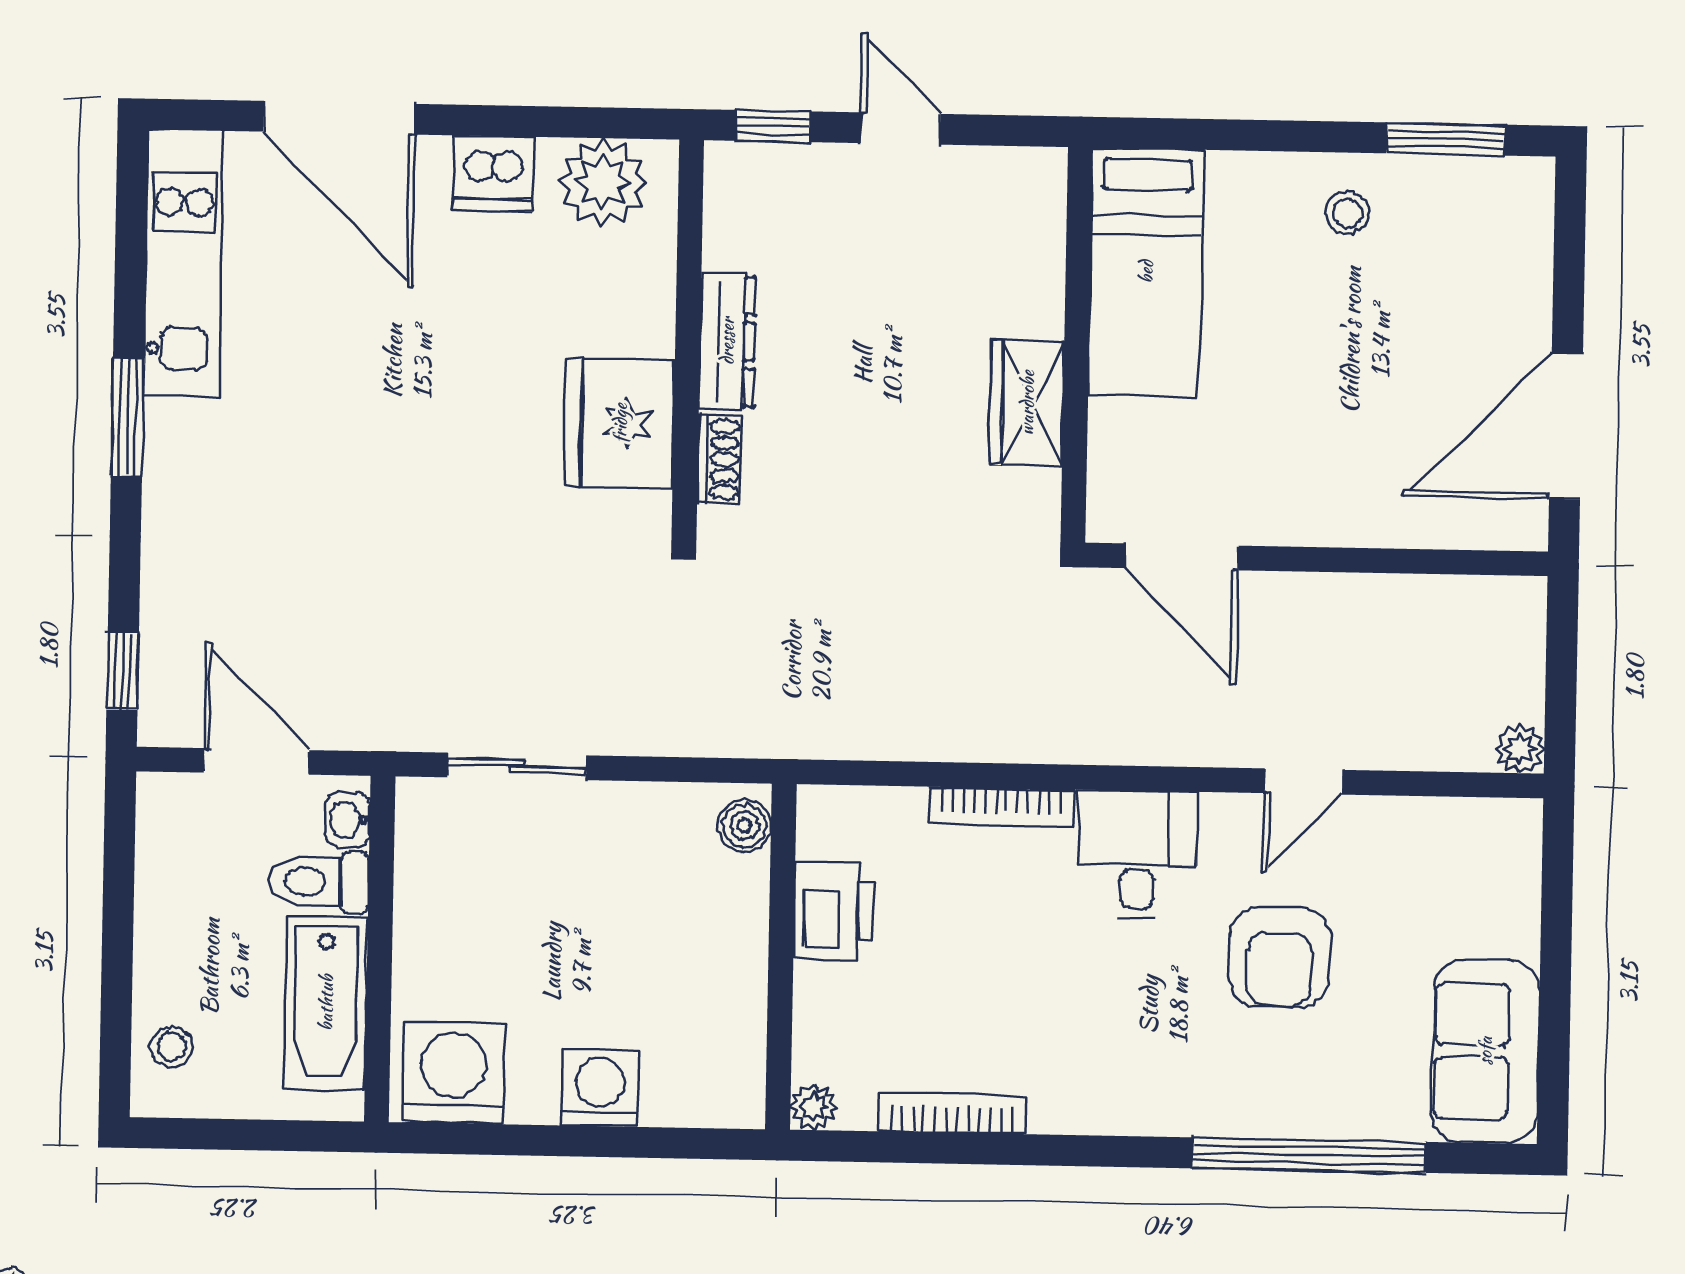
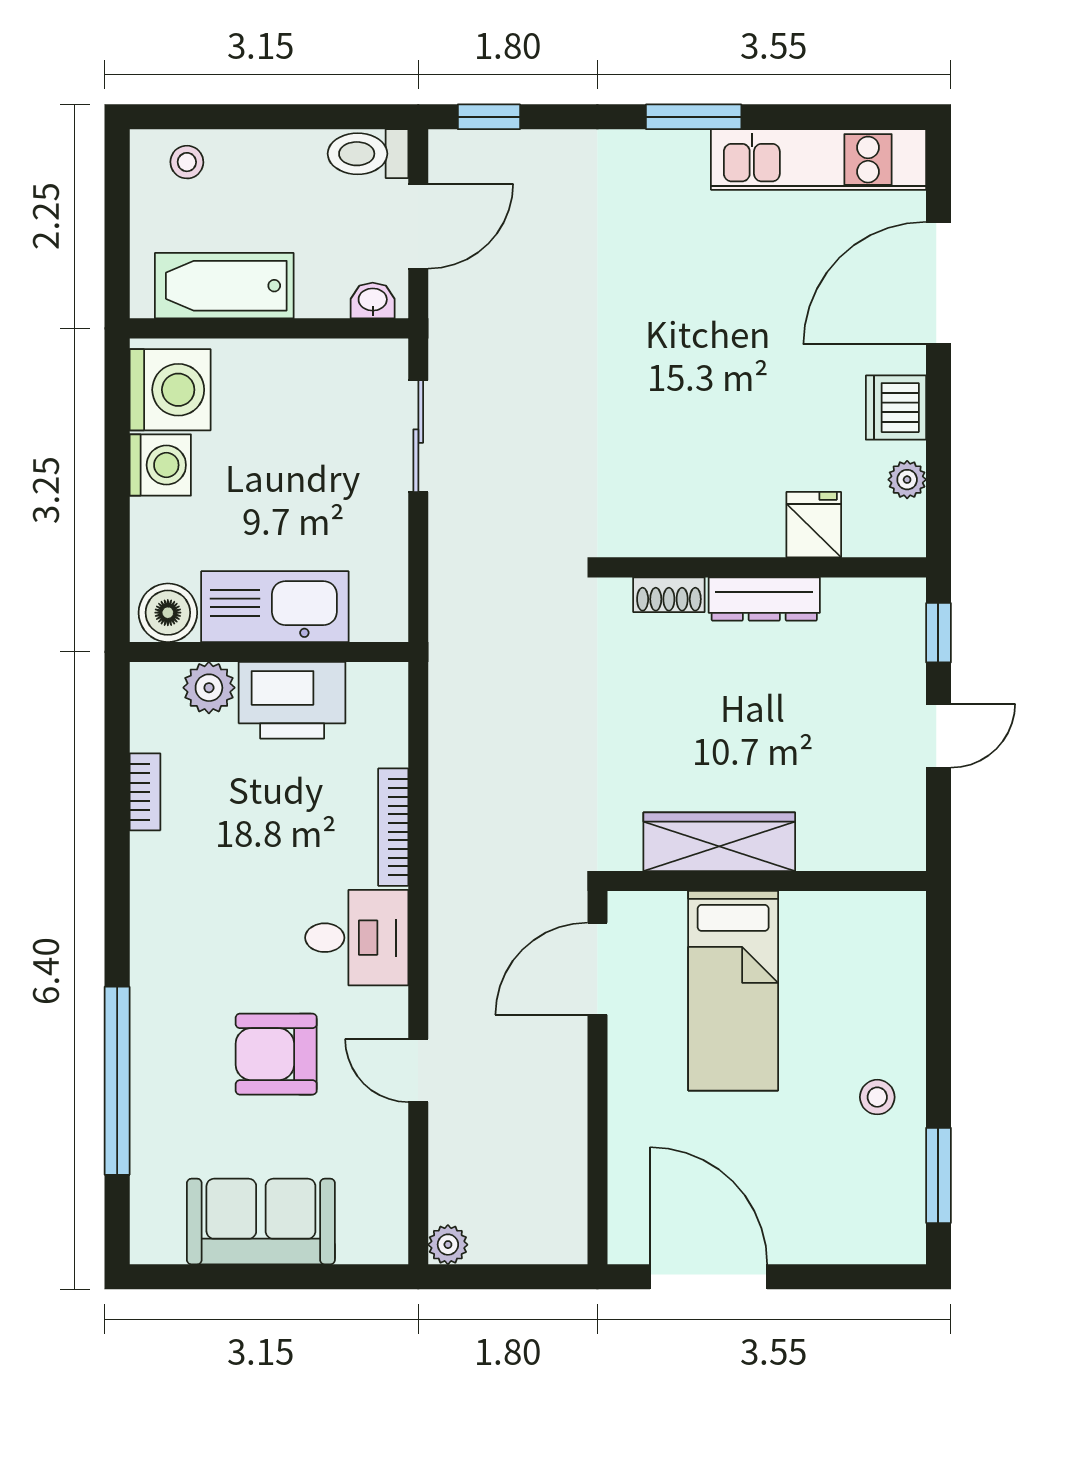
plant: (603, 182) -> (907, 480), width x0.53, depth x0.53
bed: (1146, 272) -> (733, 991), moved, turned -90
wardrobe: (1027, 403) -> (719, 842), width x1.50
fridge: (620, 423) -> (814, 525), moved, width x0.53, depth x0.75
boiler: (744, 826) -> (168, 613), moved, width x1.36, depth x1.36
toilet: (319, 882) -> (368, 154), moved, turned -90
printer: (834, 911) -> (292, 700), width x1.37, depth x1.19
kitchen sink: (725, 948) -> (275, 607), added
sofa: (1485, 1051) -> (261, 1222), moved
washing machine: (600, 1088) -> (160, 465), moved
plant: (814, 1107) -> (209, 688), moved, width x1.38, depth x1.38
bookcase: (951, 1114) -> (145, 792), width x0.64

